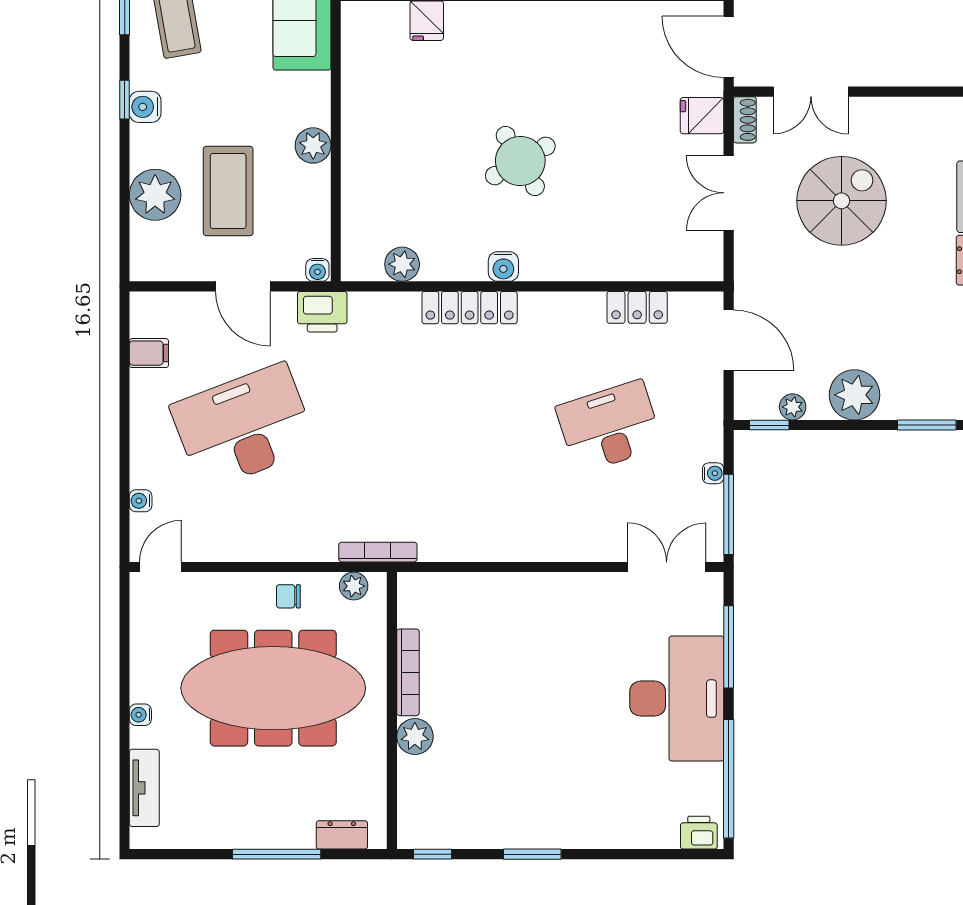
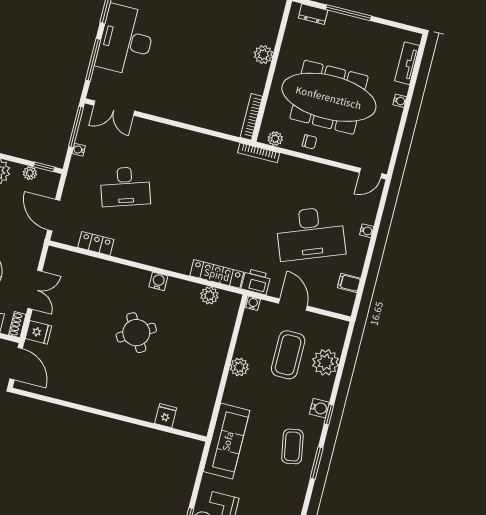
locker: (470, 308) -> (217, 274), moved
water cooler: (141, 501) -> (367, 231), moved
bookcase: (408, 672) -> (251, 117), moved

